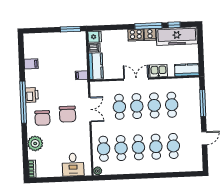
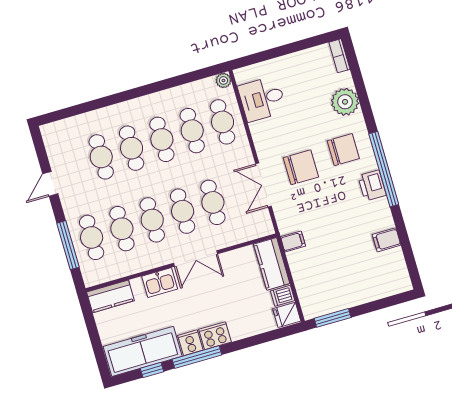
cafe table: (189, 104) -> (92, 237), added
chair: (67, 114) -> (301, 167), turned 90
chair: (42, 118) -> (343, 150), turned 90
desk: (73, 165) -> (262, 99), moved, turned -90

